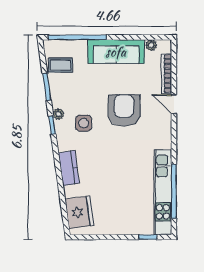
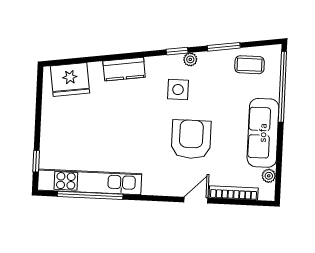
coffee table: (61, 65) -> (250, 65), turned 90
armchair: (124, 110) -> (191, 139), turned -90

